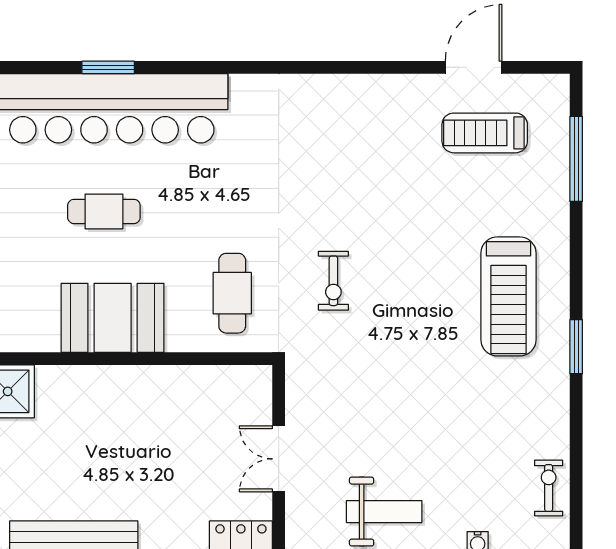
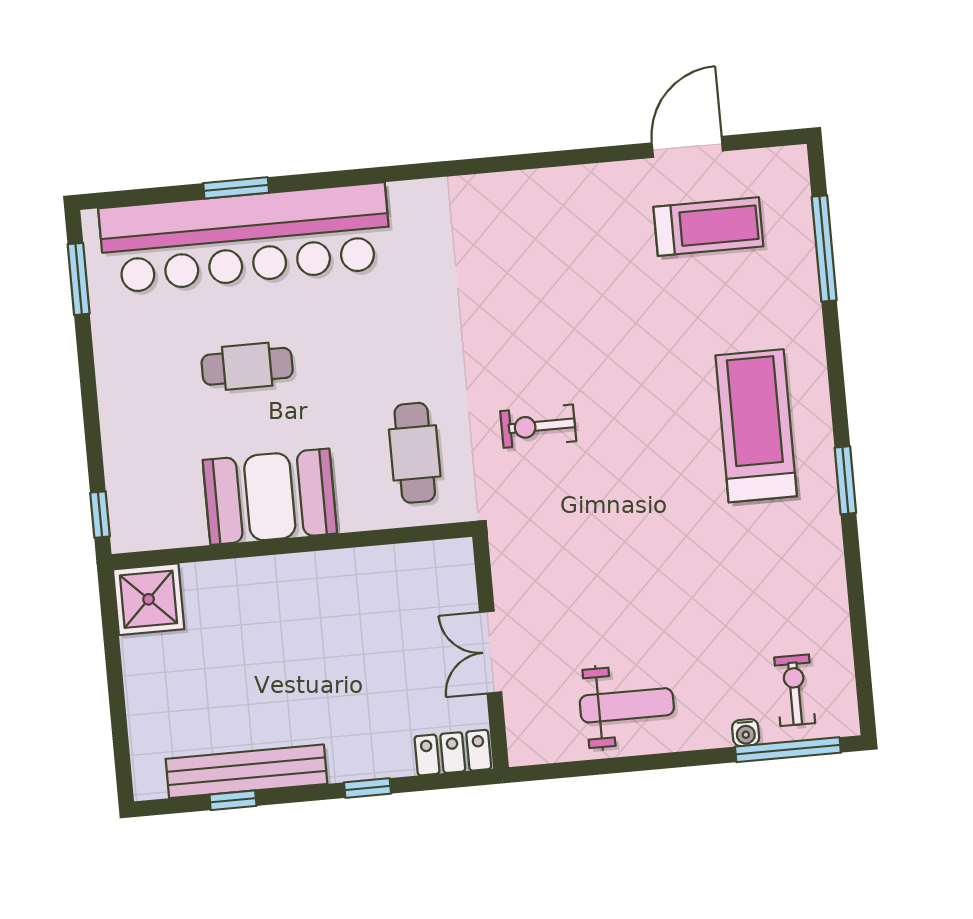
treadmill: (485, 133) -> (708, 227), turned 180
exercise bike: (333, 281) -> (538, 426), turned 90
treadmill: (508, 296) -> (756, 426), turned 180
exercise bike: (549, 488) -> (795, 690), moved

